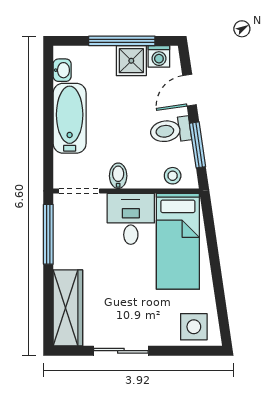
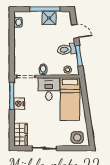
washing machine: (159, 56) -> (61, 16), removed
door: (189, 90) -> (75, 31), swing flipped
bathtub: (70, 118) -> (21, 44), removed
nightstand: (65, 251) -> (19, 104), added
wardrobe: (68, 308) -> (21, 135), width x0.67

